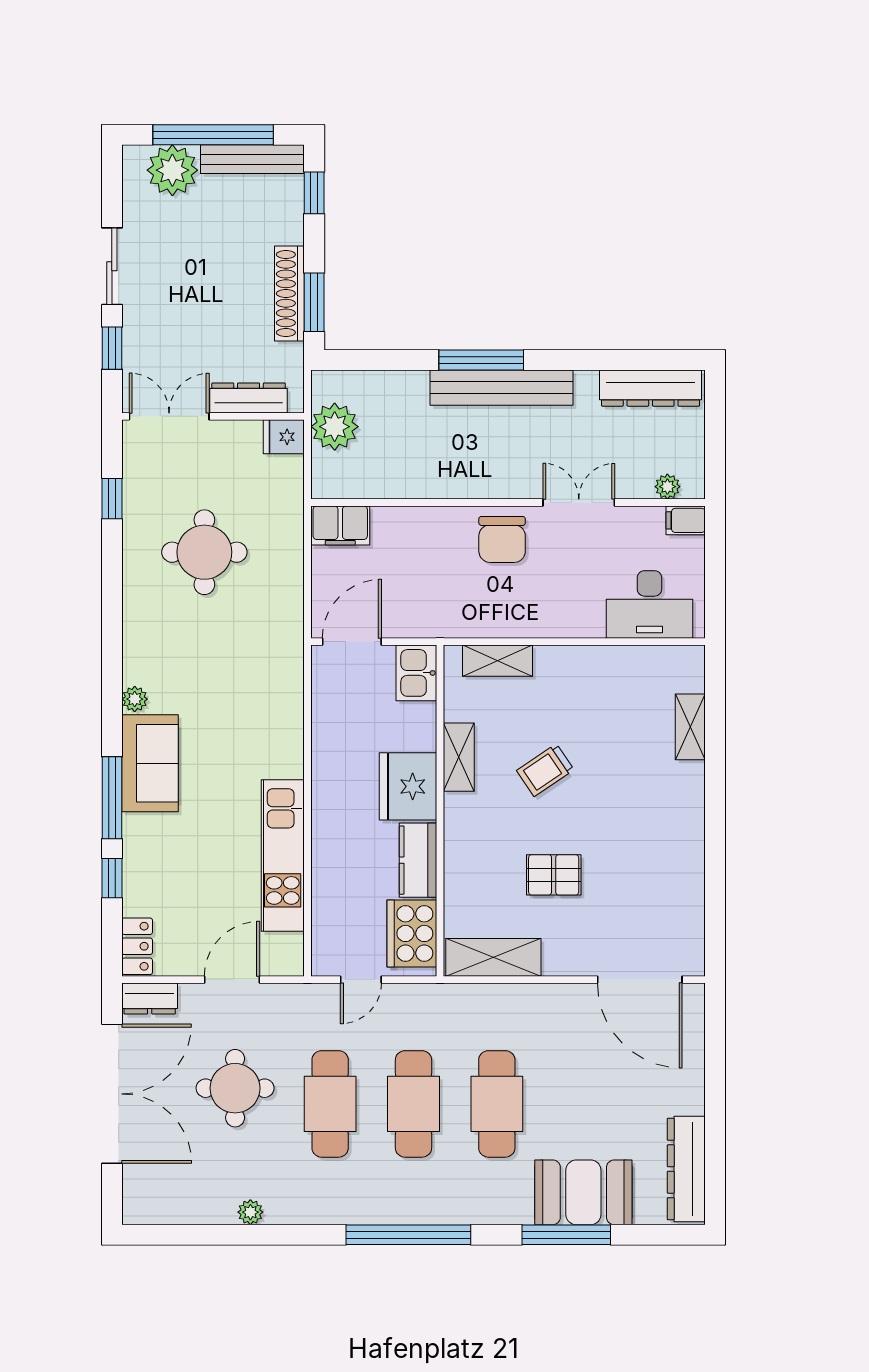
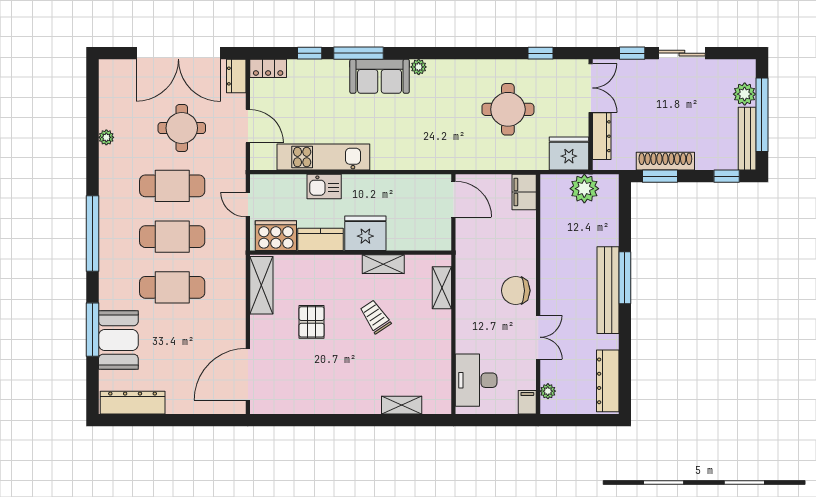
plant: (172, 170) -> (745, 94), width x0.73, depth x0.73
fridge: (284, 437) -> (569, 153), width x1.88, depth x1.34
kitchen sink: (416, 673) -> (324, 186), moved, turned 180

